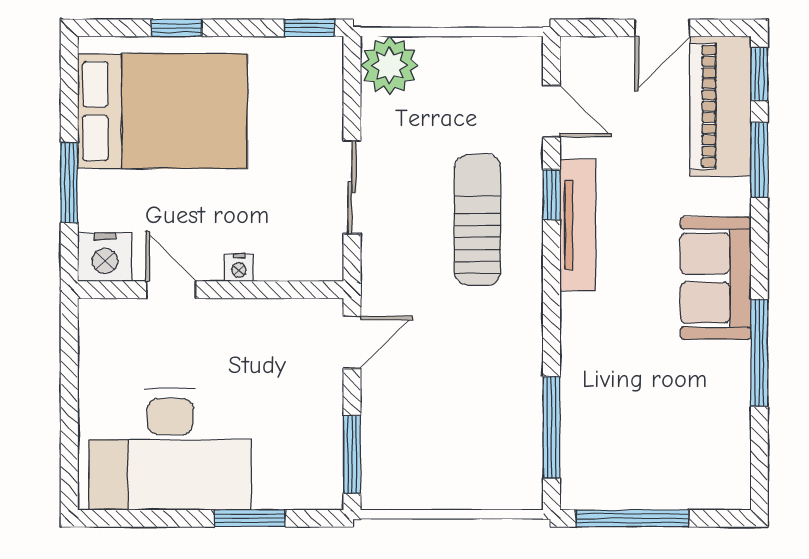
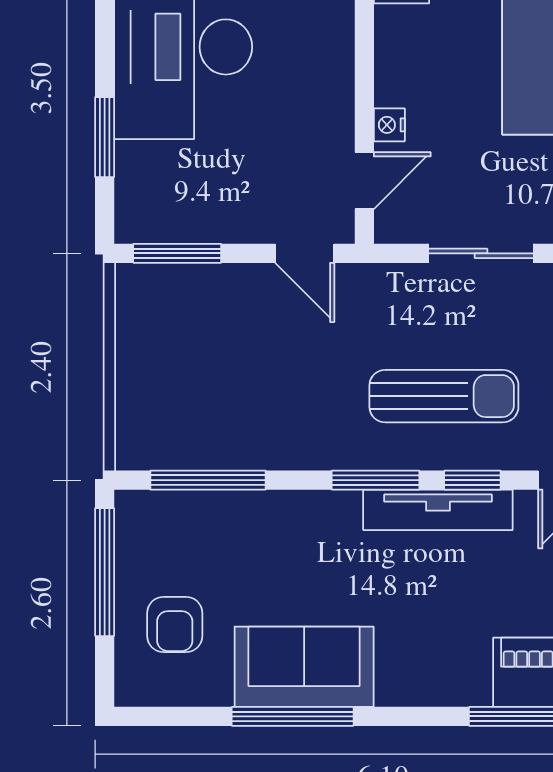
sofa: (716, 278) -> (304, 667), moved
window: (551, 280) -> (376, 480), added
door: (171, 290) -> (364, 181), moved
armchair: (678, 457) -> (175, 624), added

